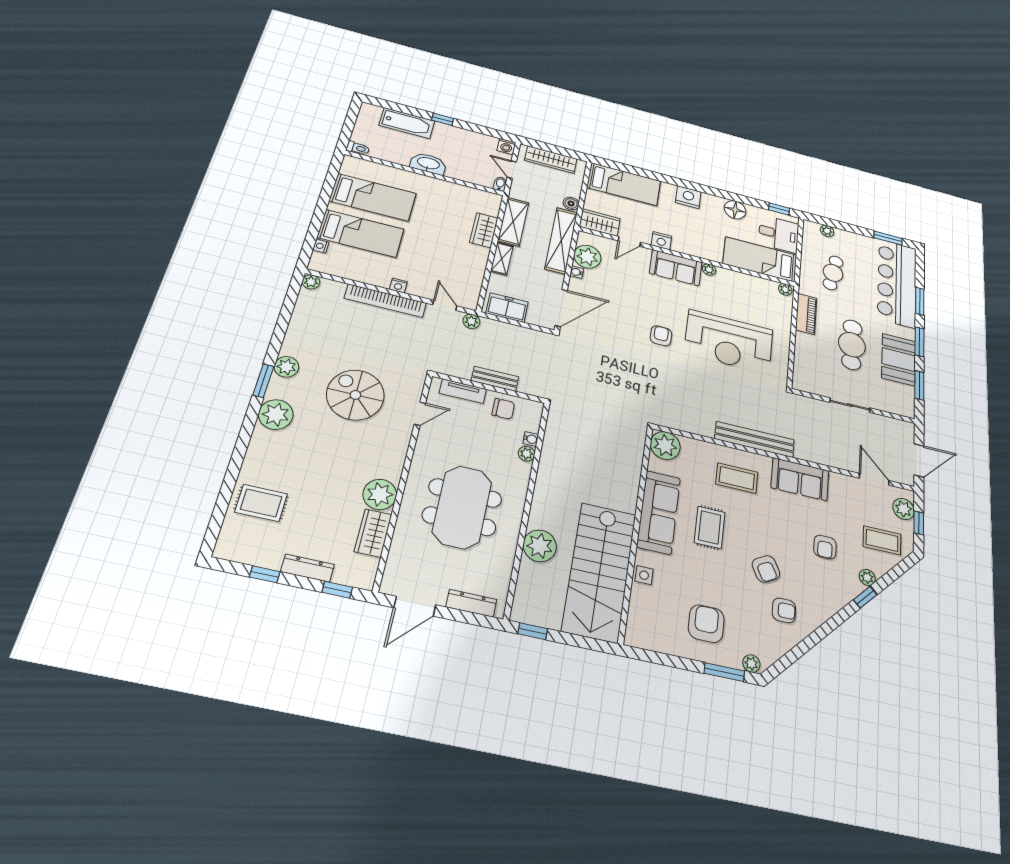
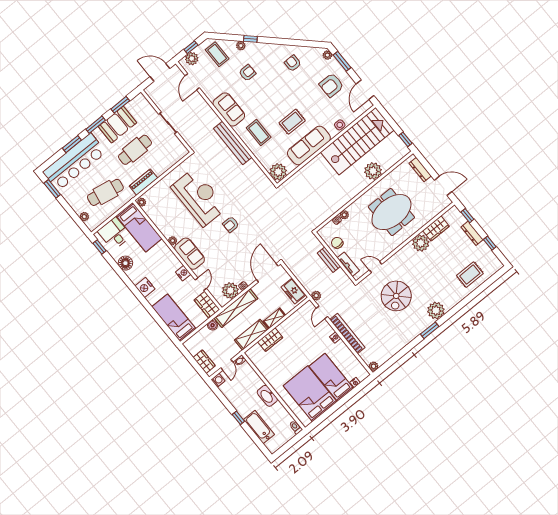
wardrobe: (551, 160) -> (204, 362), width x0.67
bed: (373, 197) -> (310, 394), width x1.50
door: (629, 241) -> (201, 284), hinge flipped
cafe table: (833, 273) -> (105, 192), width x1.37, depth x1.35
door: (561, 308) -> (267, 273), hinge flipped
plant: (286, 367) -> (415, 330), removed
rug: (261, 503) -> (470, 275), turned 90
armchair: (766, 569) -> (284, 85), removed
door: (655, 657) -> (365, 90), added

